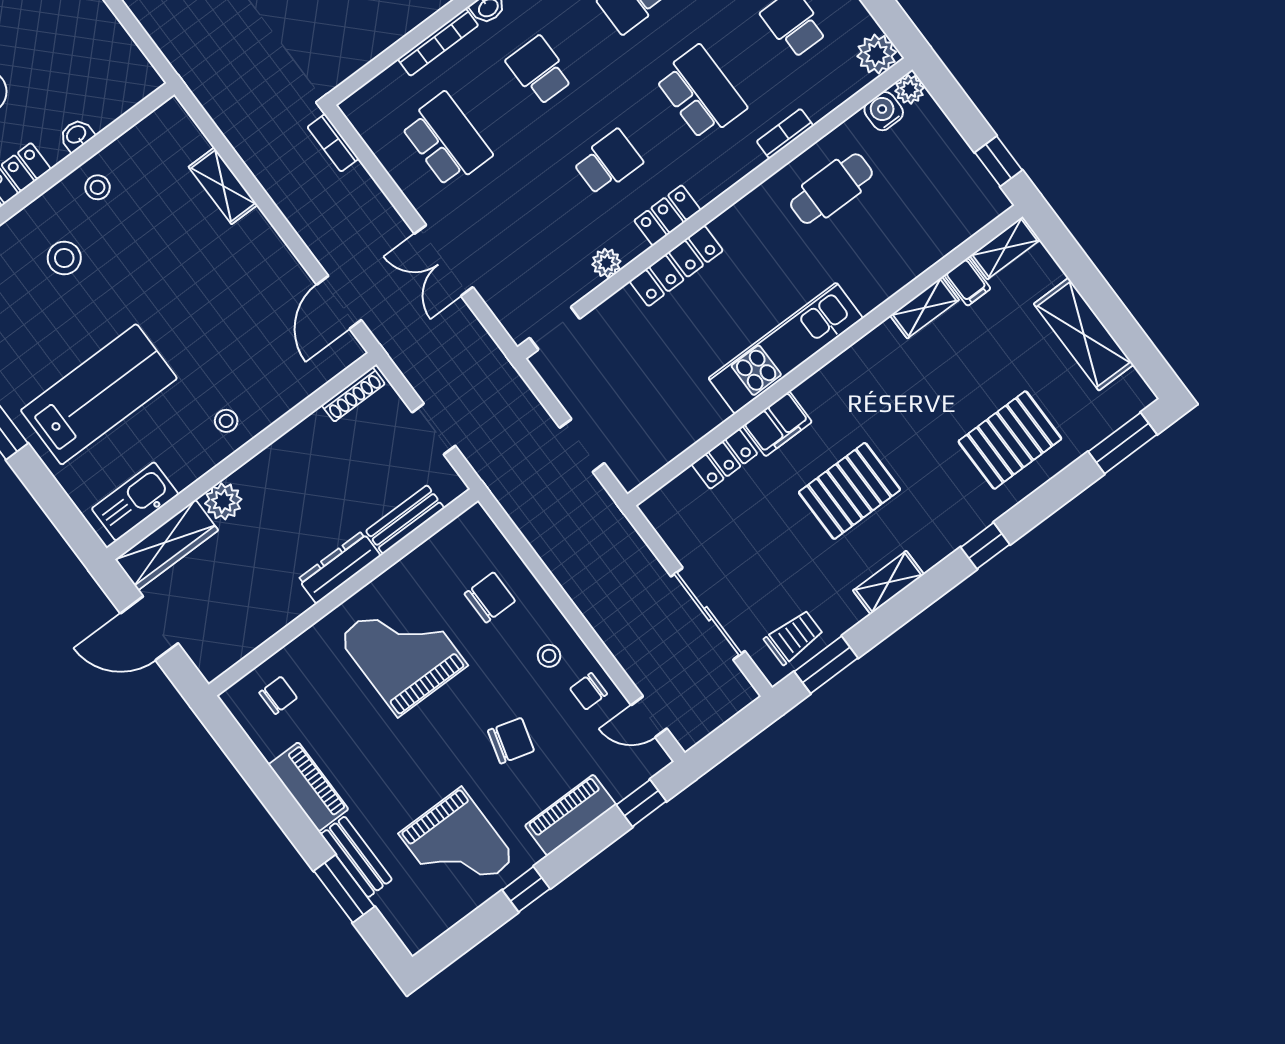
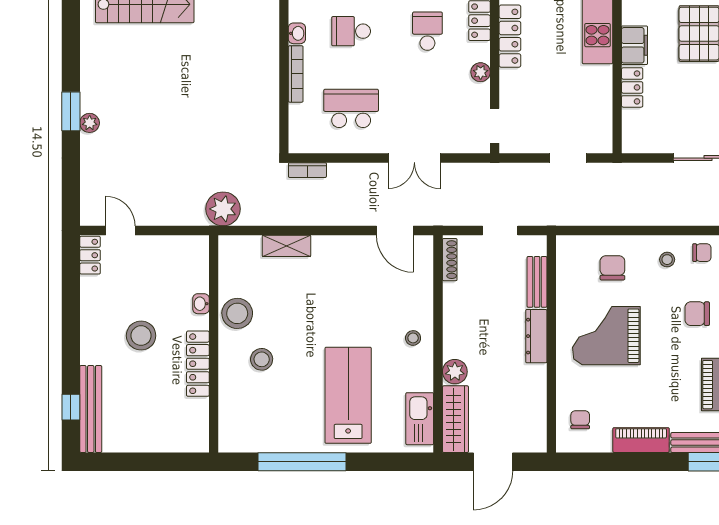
plant: (210, 76) -> (223, 209), added
stool: (98, 187) -> (237, 313), width x1.89, depth x1.89
chair: (589, 691) -> (702, 253), turned -90
chair: (511, 741) -> (697, 314), turned -106

